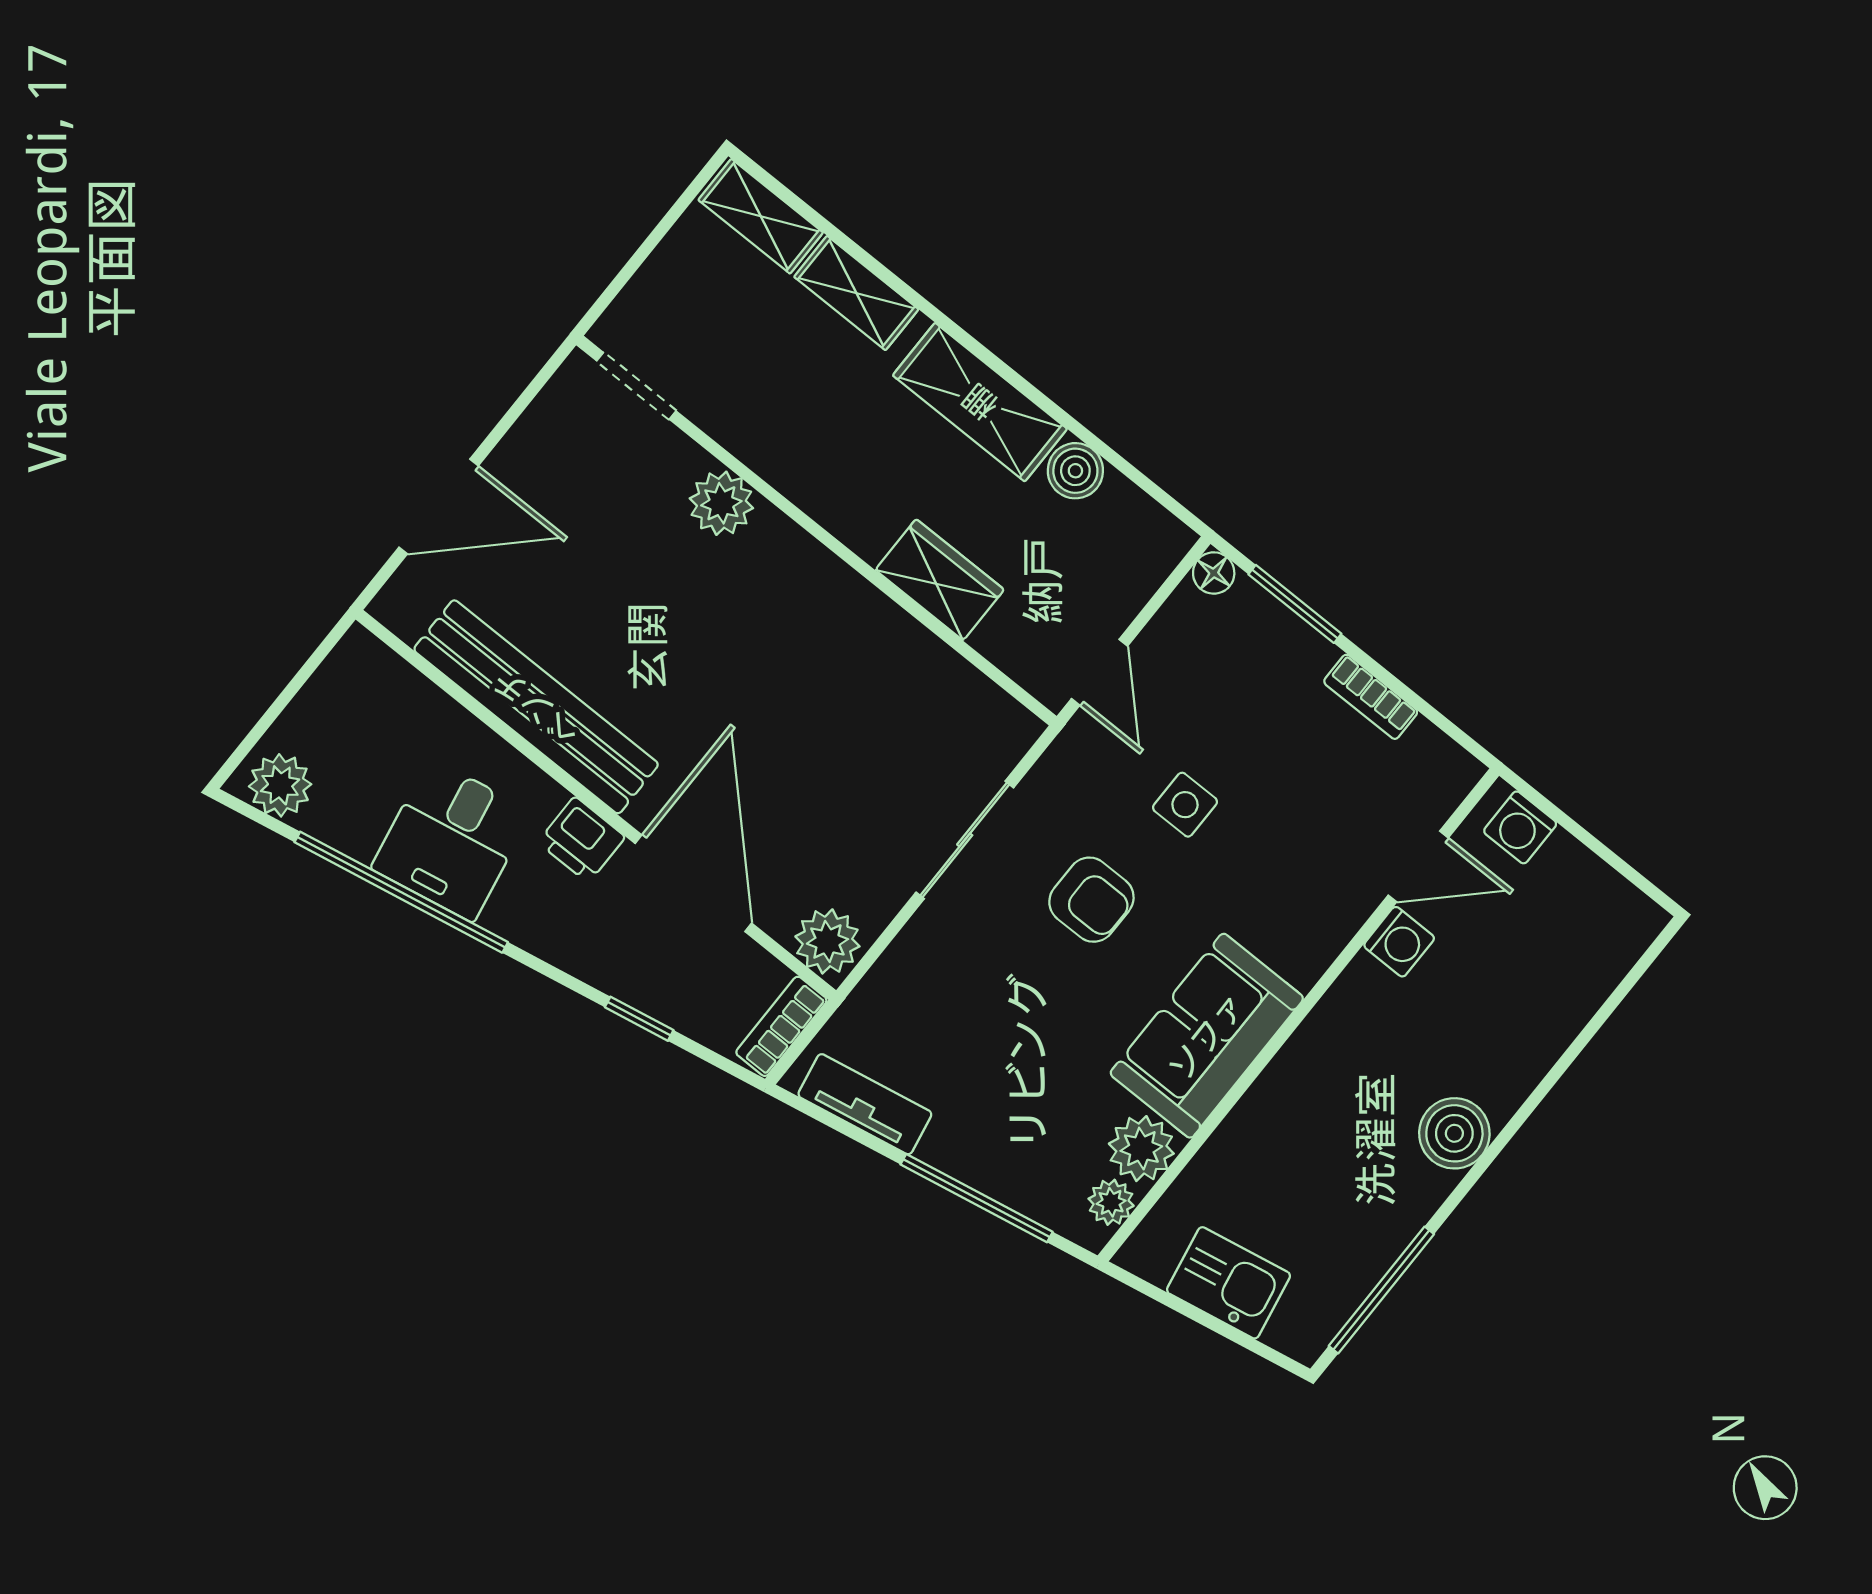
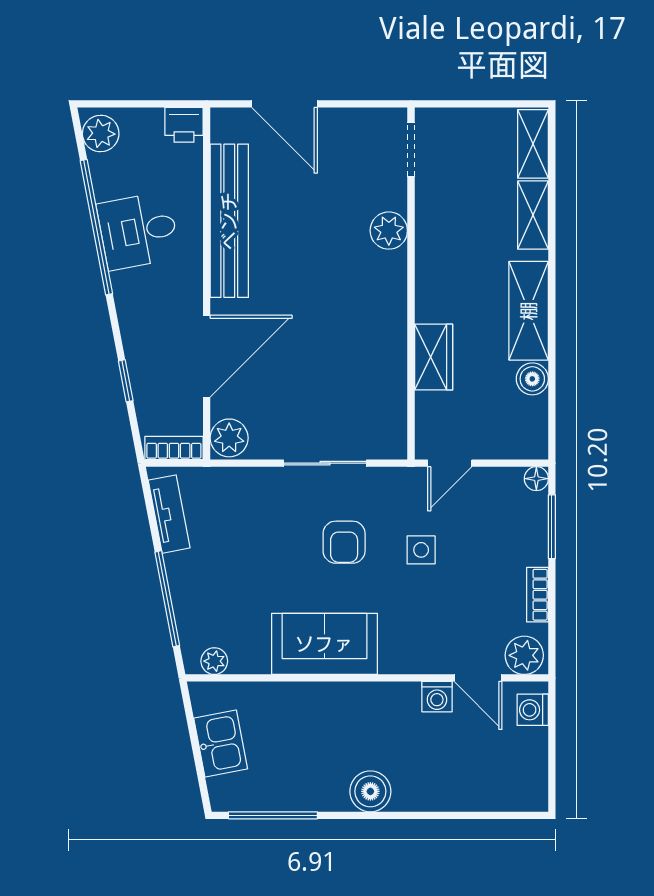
printer: (582, 840) -> (184, 125), moved, turned -90
plant: (1141, 1149) -> (524, 655), moved

